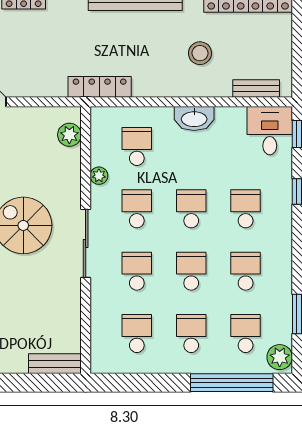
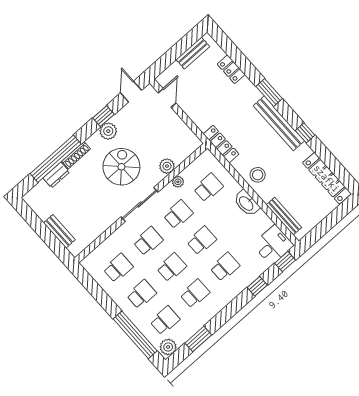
stool: (200, 53) -> (258, 175), moved
bench: (256, 88) -> (284, 216), width x1.36
plant: (69, 135) -> (167, 166), moved
bench: (55, 364) -> (59, 231), moved

